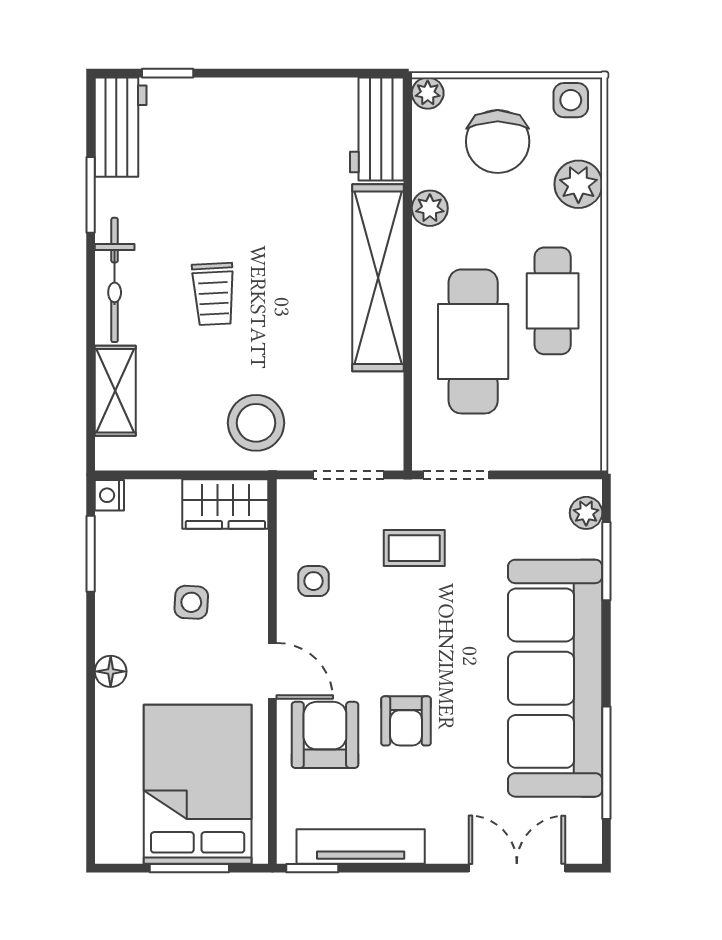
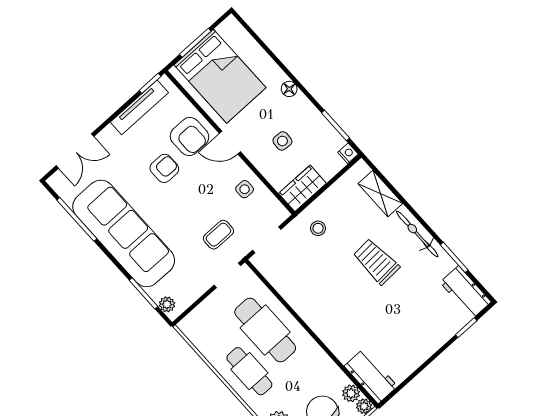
plant: (430, 208) -> (351, 393), moved
shelving: (378, 278) -> (321, 322), removed
trolley: (213, 294) -> (376, 262), width x1.36, depth x1.39
stool: (256, 423) -> (318, 228), width x0.53, depth x0.53
armchair: (406, 721) -> (164, 168), turned 90

